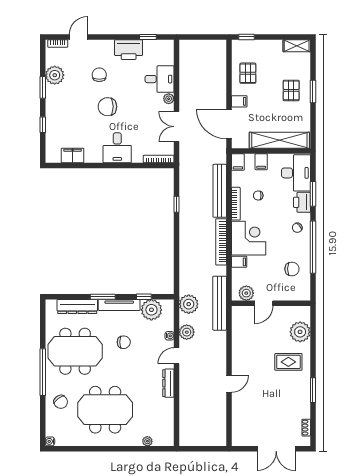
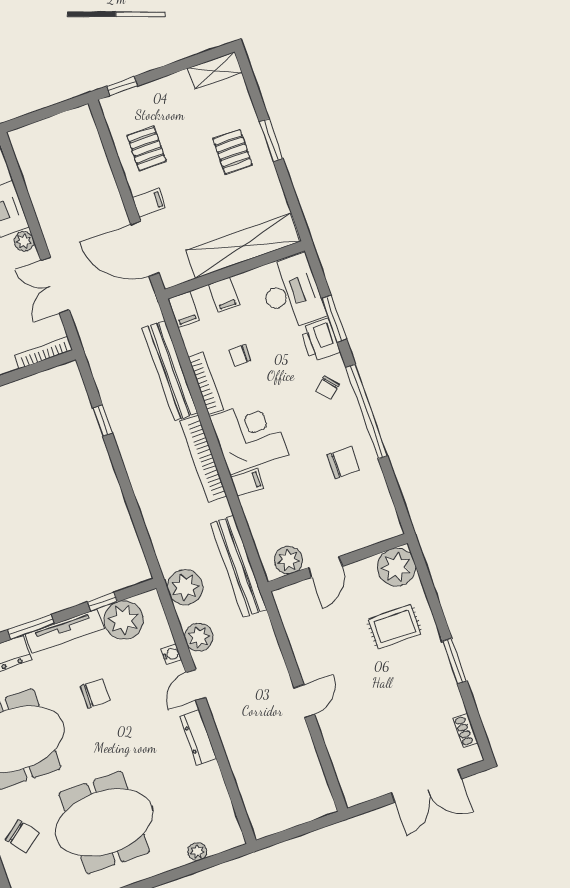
plant: (246, 293) -> (288, 560), moved
door: (264, 303) -> (325, 567), moved
wall: (271, 303) -> (338, 563), moved

